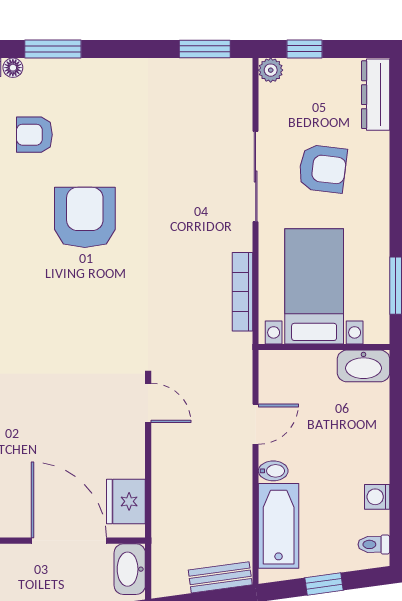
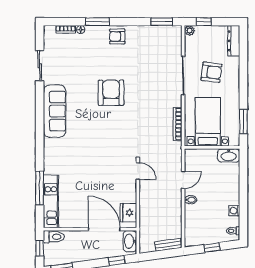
armchair: (34, 135) -> (117, 36), moved
bathtub: (279, 526) -> (193, 223), removed

